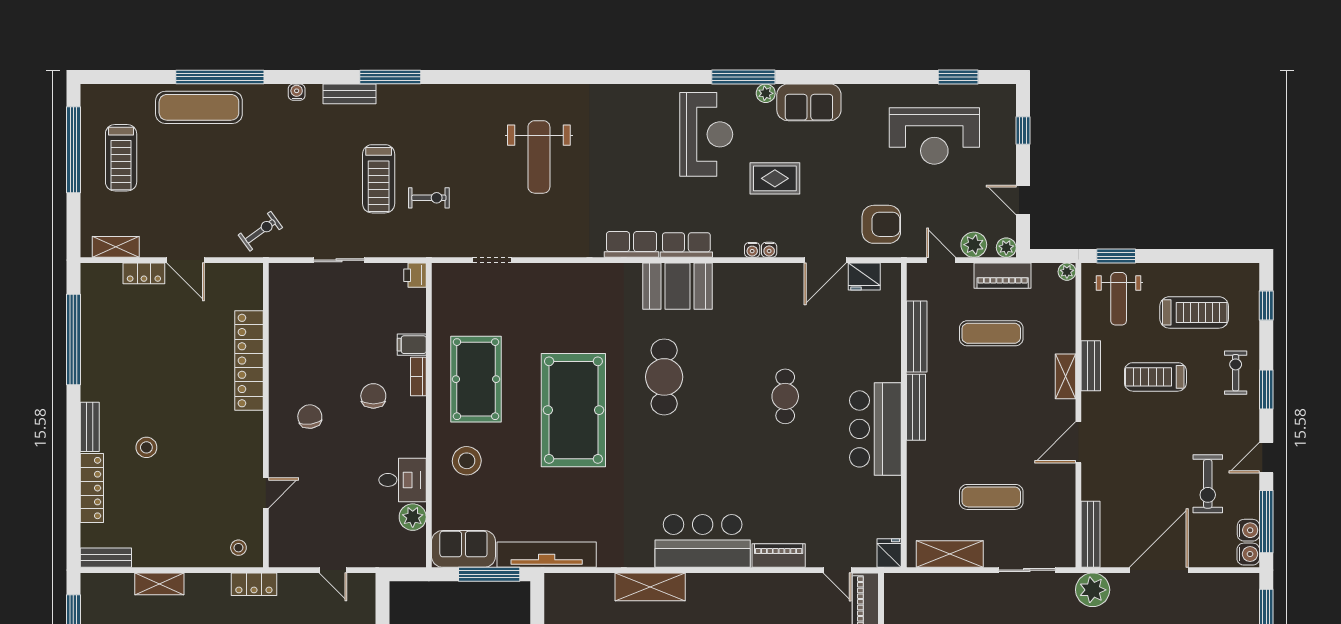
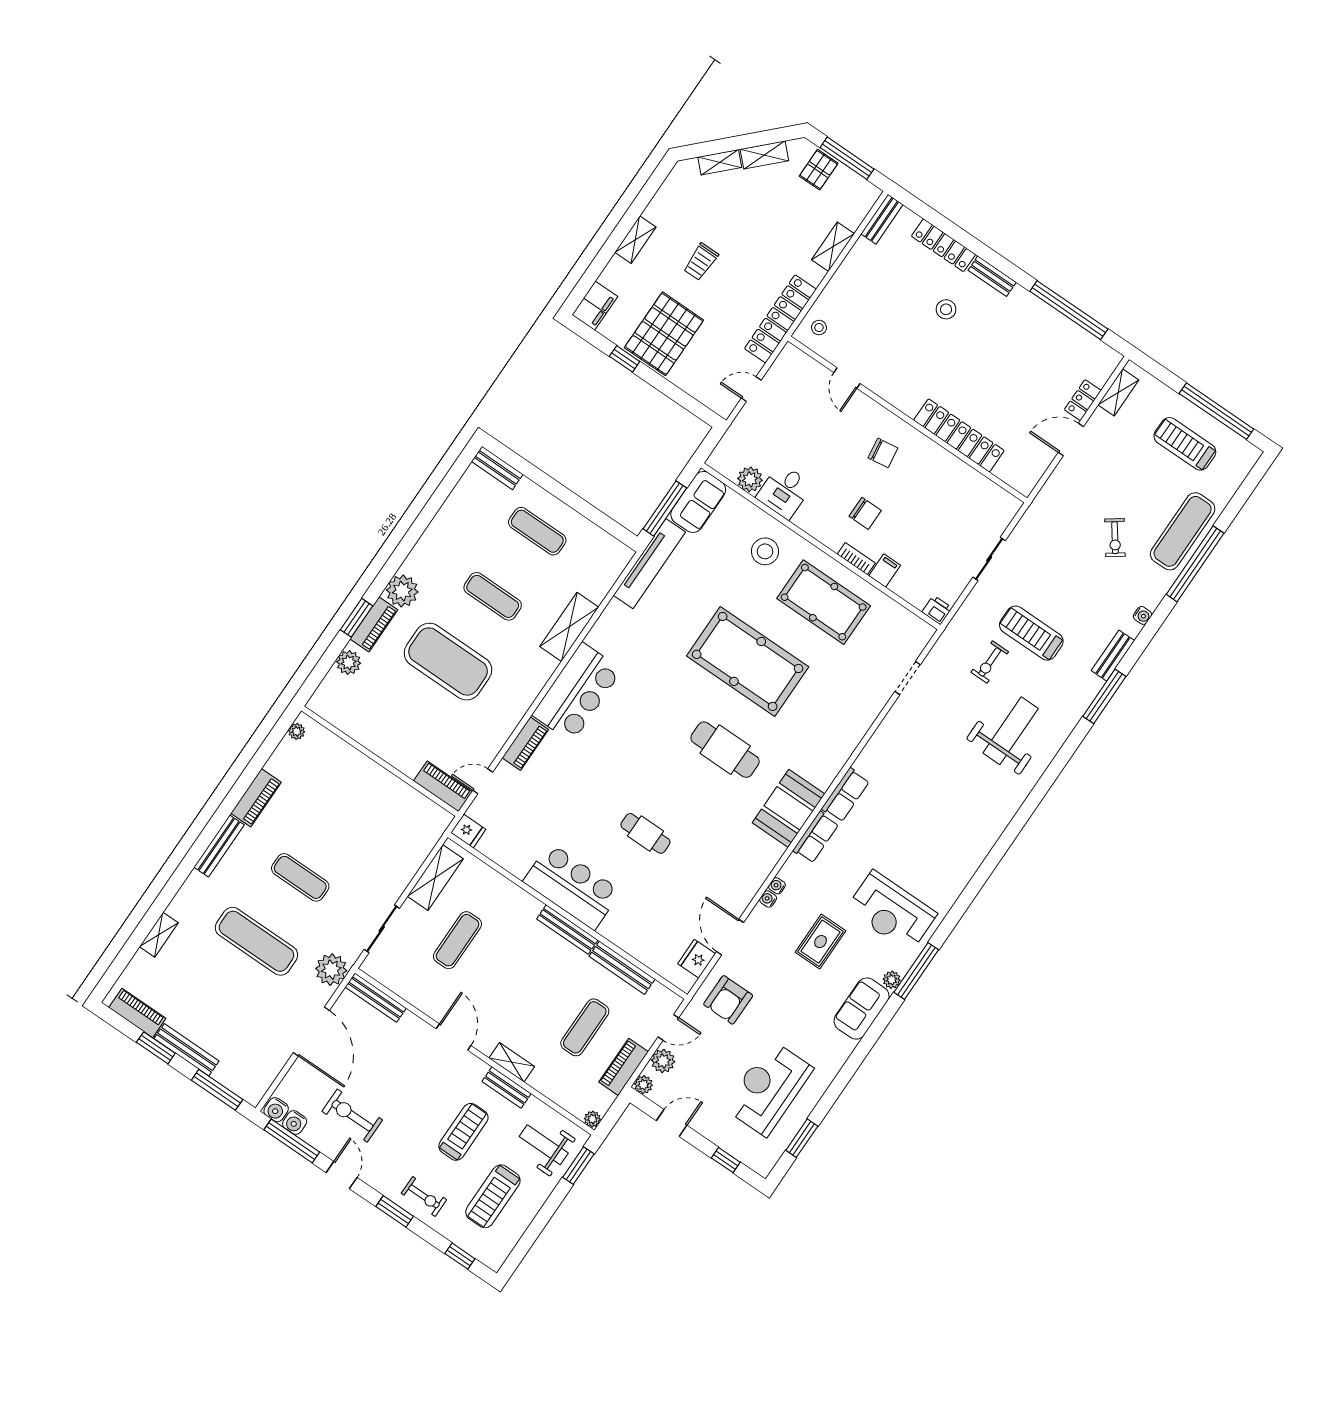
weight bench: (539, 157) -> (1011, 731), moved, turned 90
exercise bike: (260, 231) -> (1115, 538), moved
locker: (254, 584) -> (780, 319), width x2.16, depth x1.21

